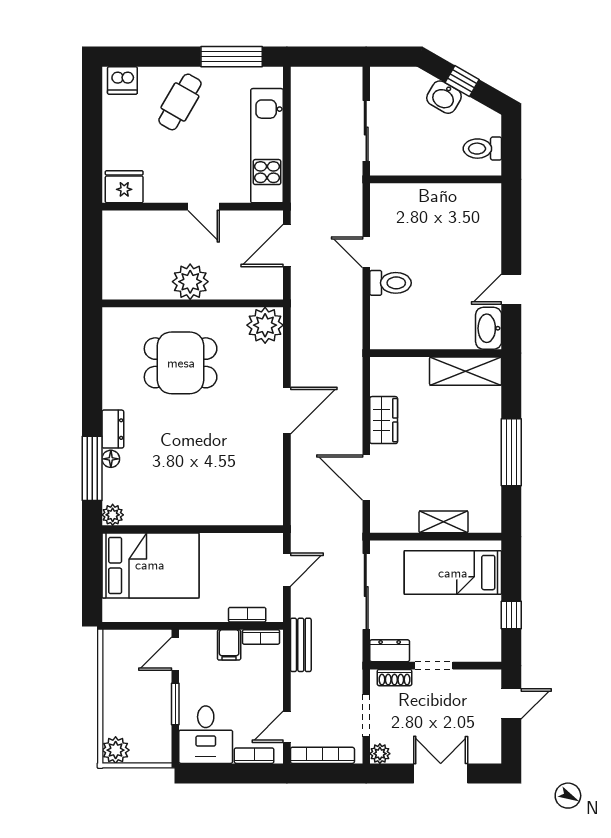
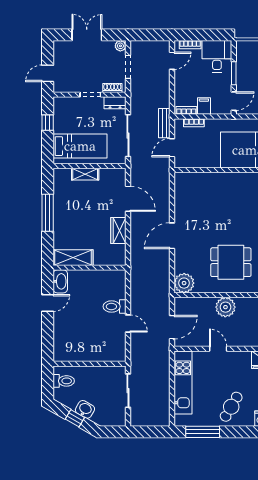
bench: (301, 645) -> (164, 123), moved
bookcase: (322, 755) -> (152, 45), removed
double door: (441, 773) -> (87, 35), swing flipped

